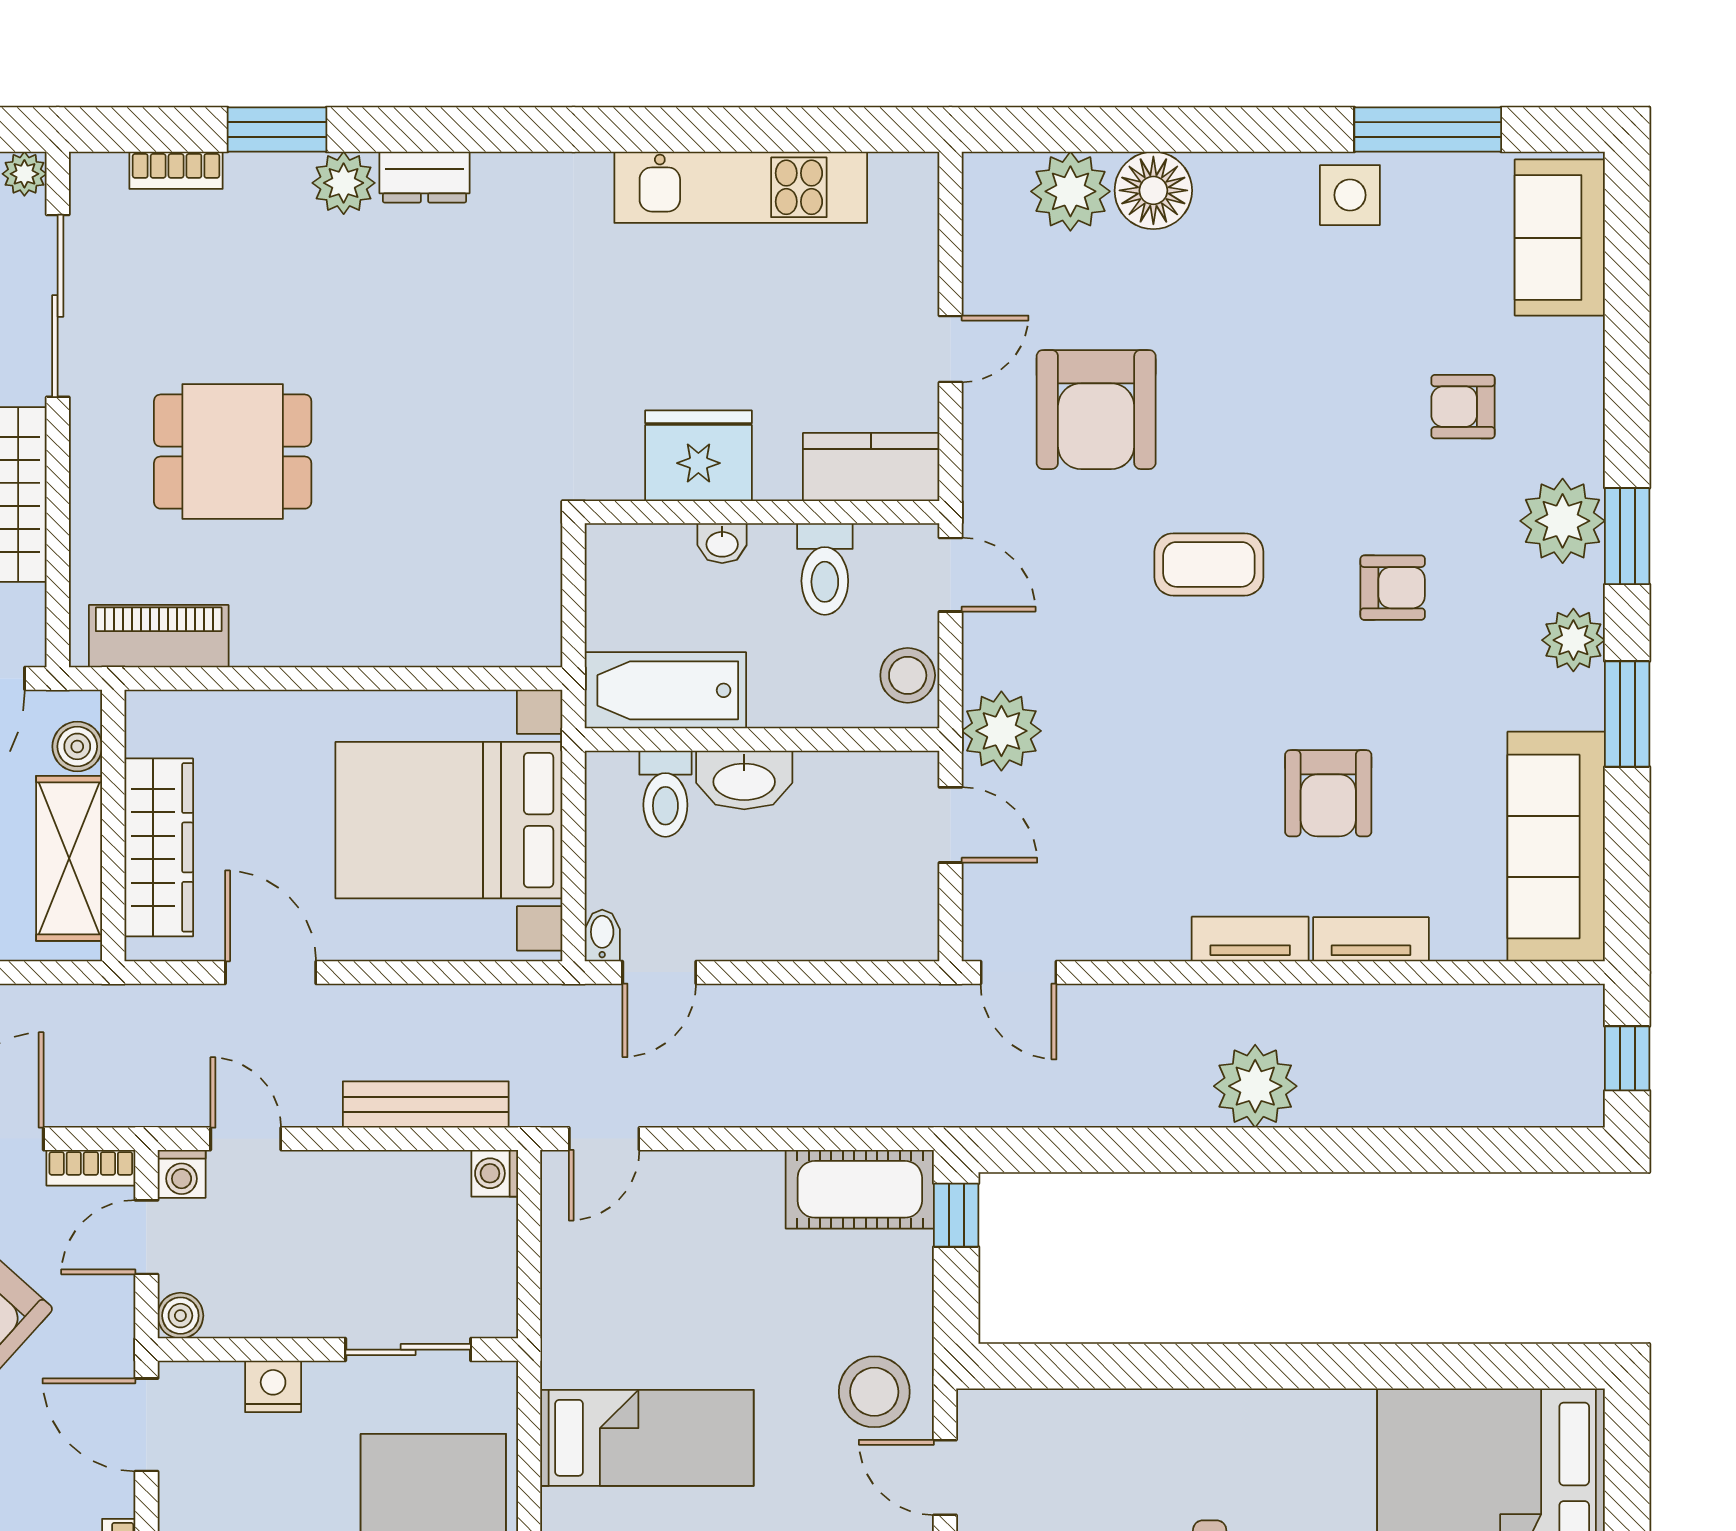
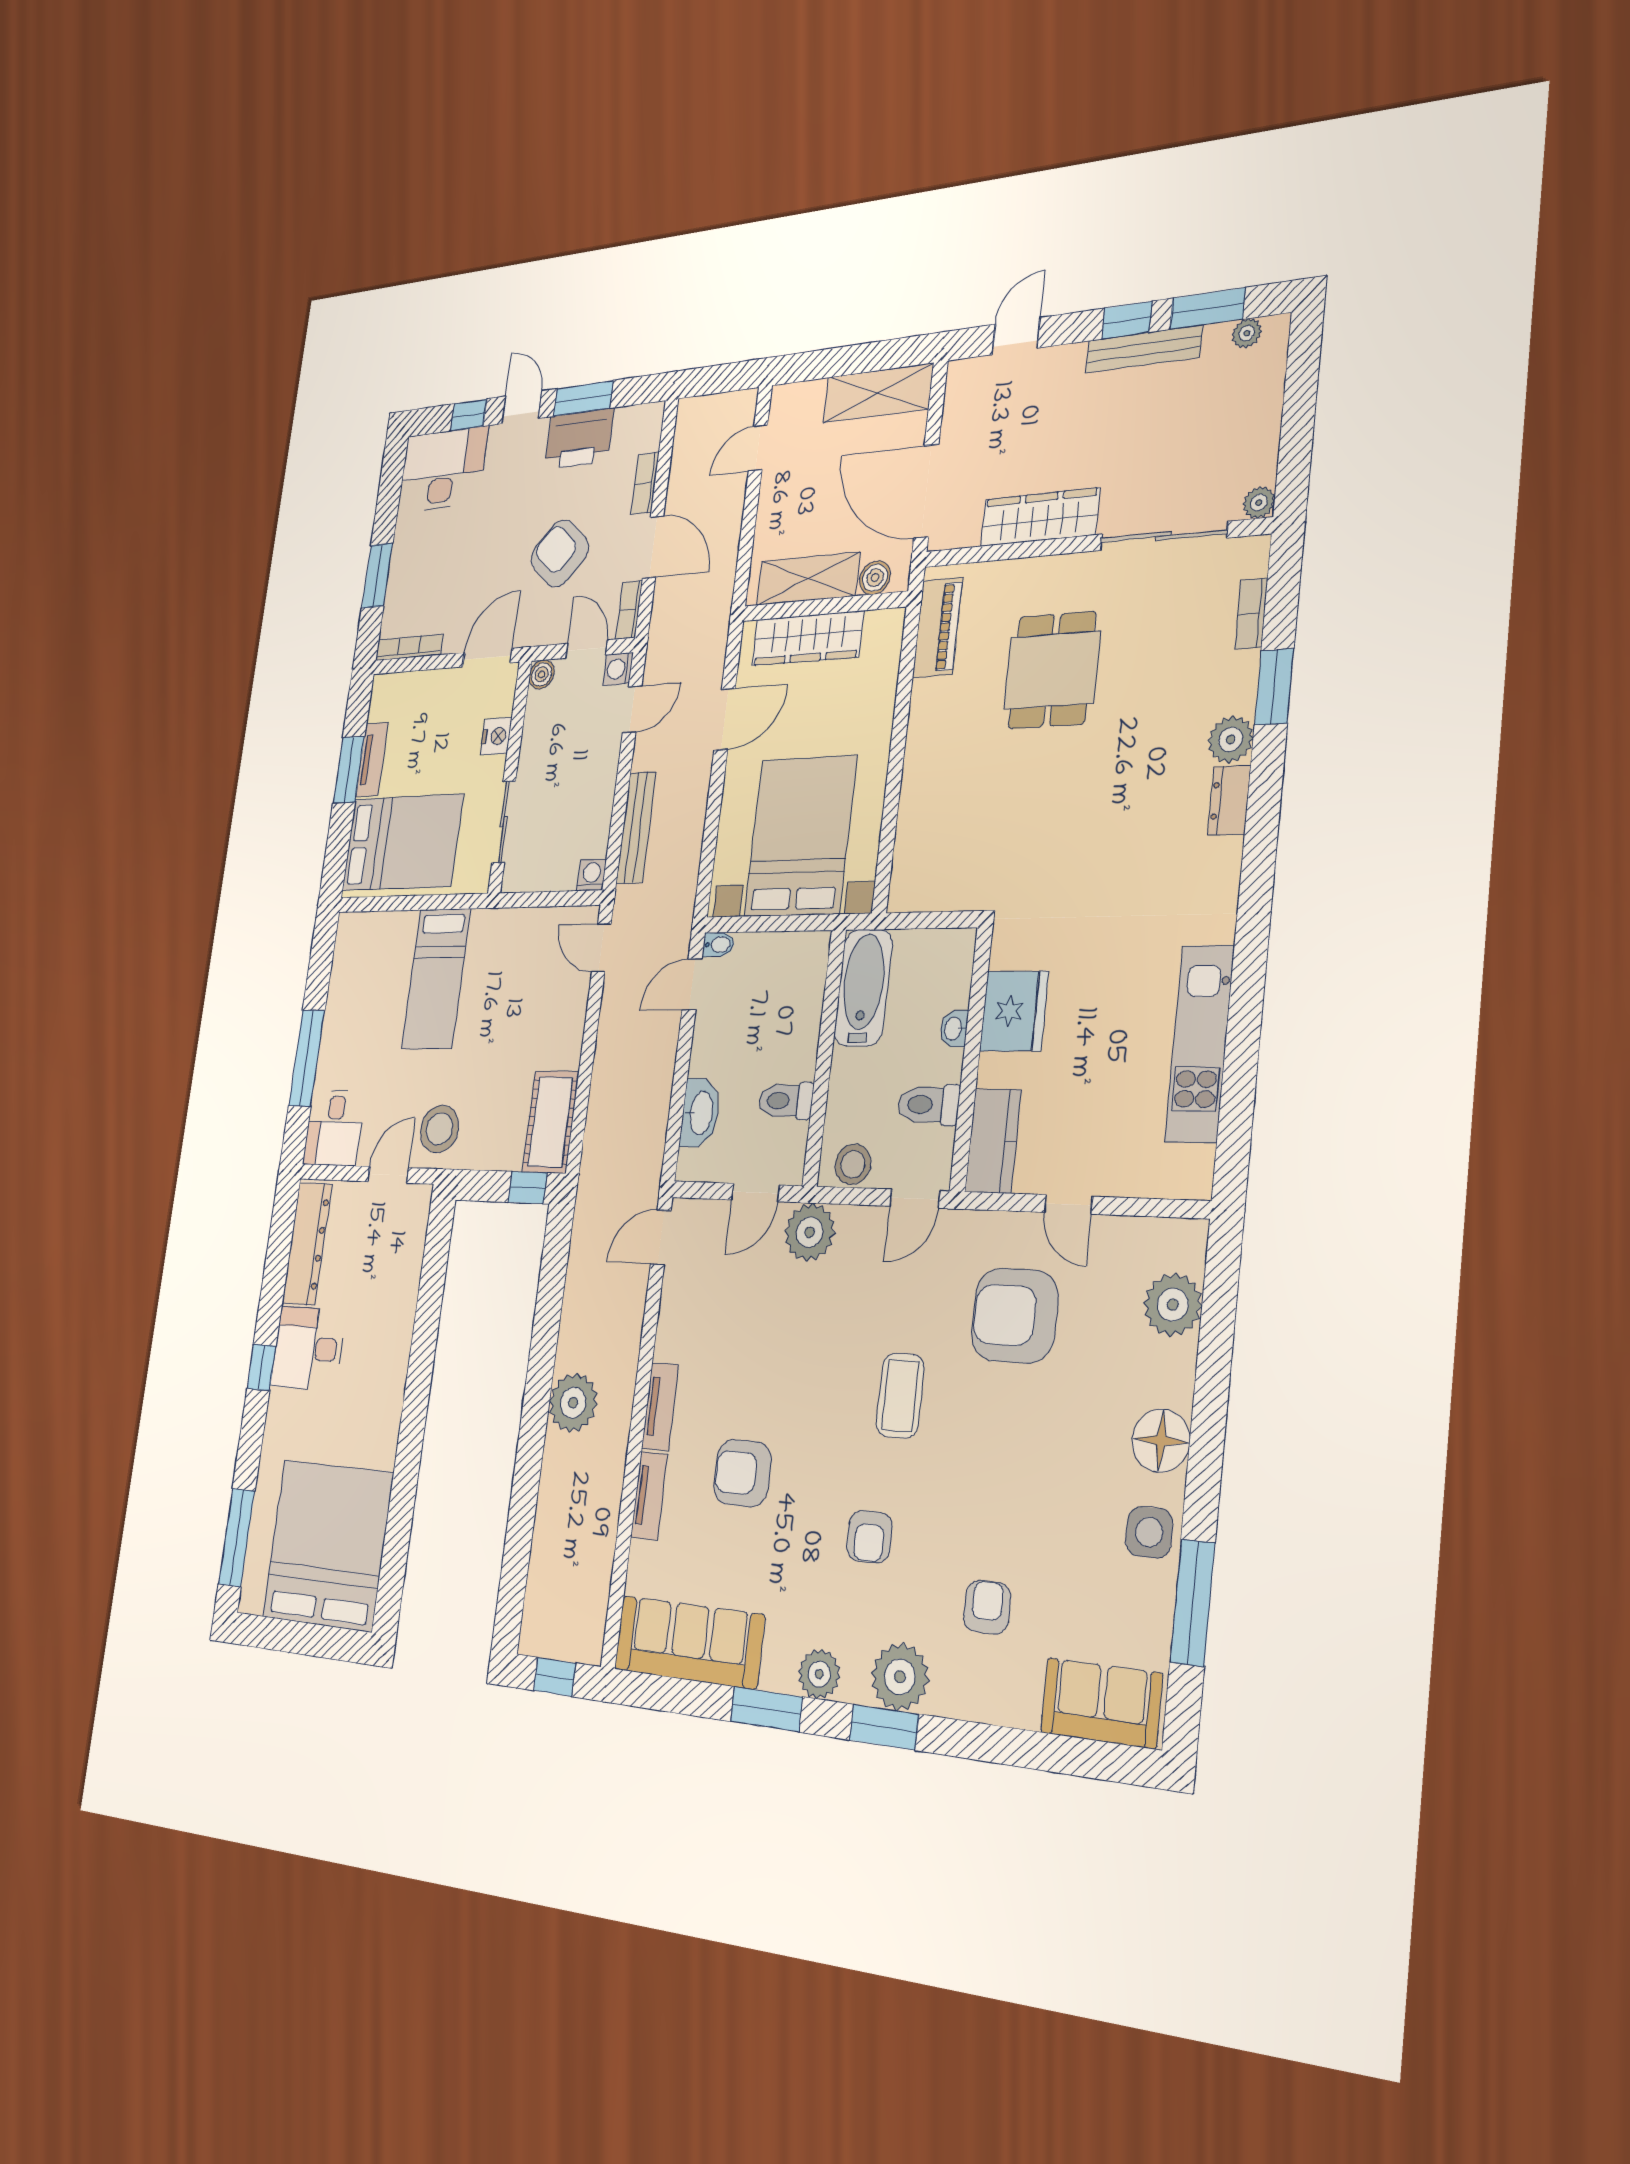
floor lamp: (1153, 190) -> (1161, 1441), moved
washbasin: (744, 780) -> (700, 1113), moved, turned 180
toilet: (665, 794) -> (786, 1101), moved
door: (659, 972) -> (692, 984), hinge flipped

